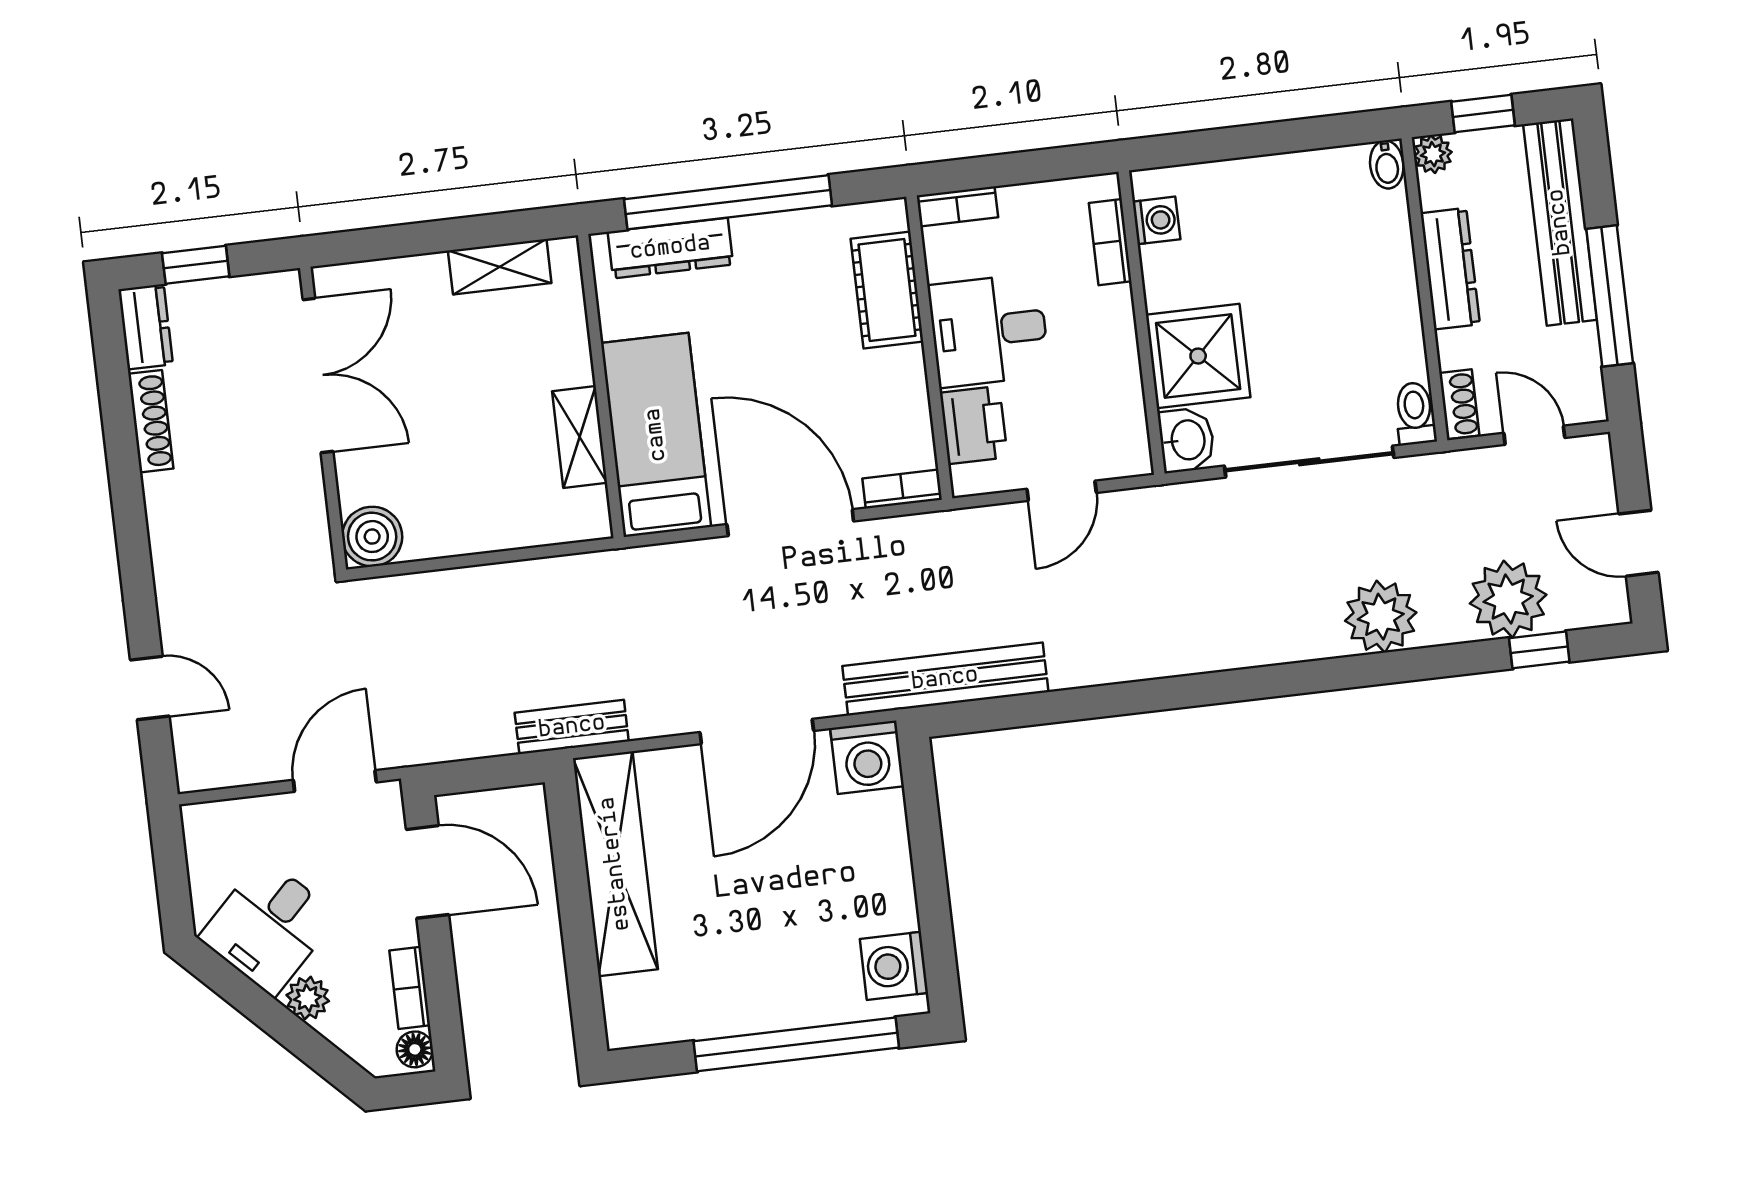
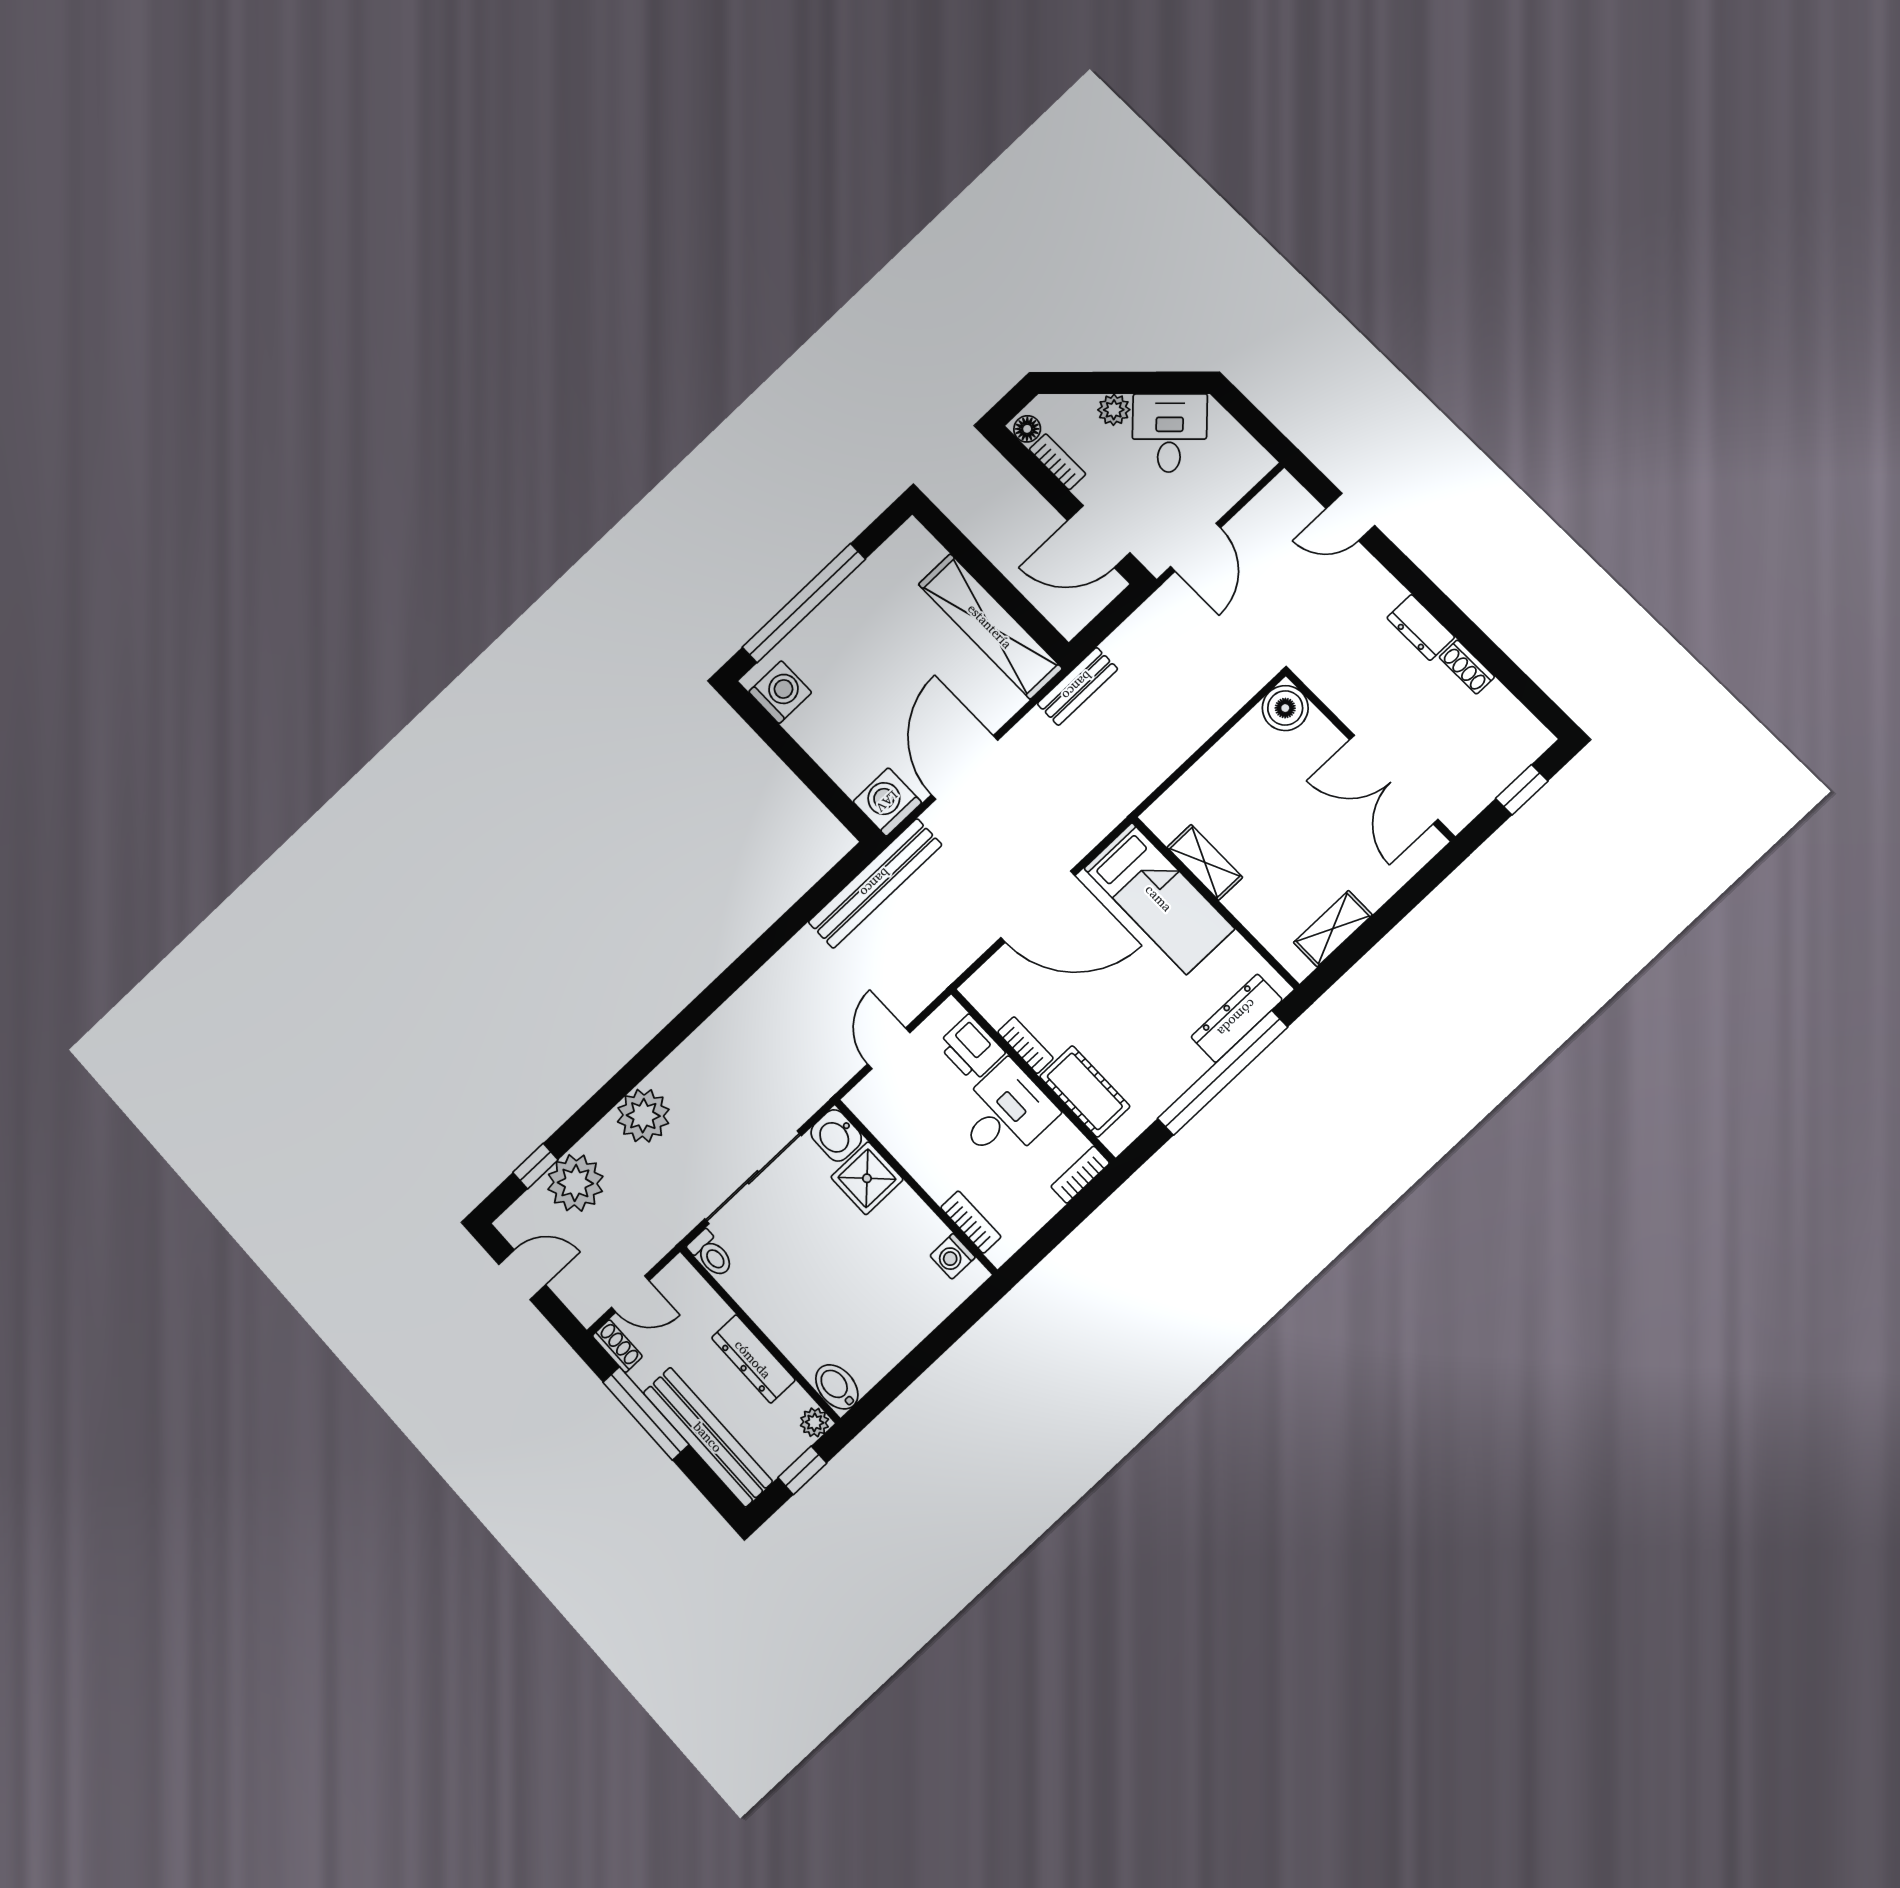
bidet: (1387, 165) -> (837, 1387), width x1.38, depth x1.36
dresser: (146, 327) -> (1421, 627), moved
shower: (1198, 356) -> (867, 1178), width x0.73, depth x0.73
shoe rack: (1459, 404) -> (617, 1346), moved, turned 180
shoe rack: (151, 421) -> (1467, 667), width x0.70
bookcase: (902, 489) -> (1025, 1045), moved, turned -90

